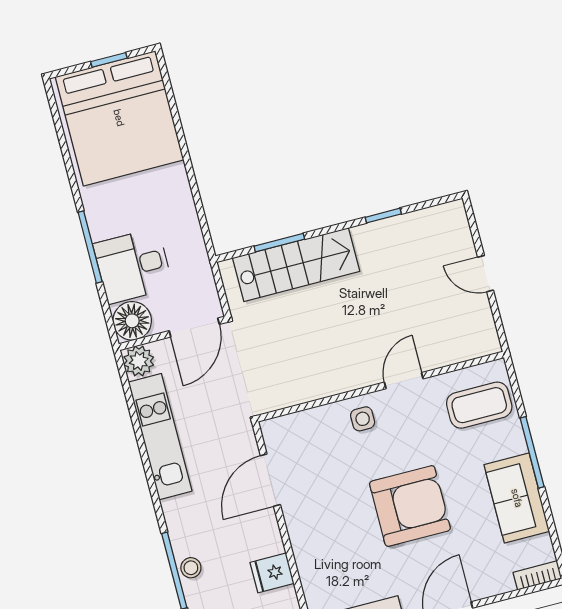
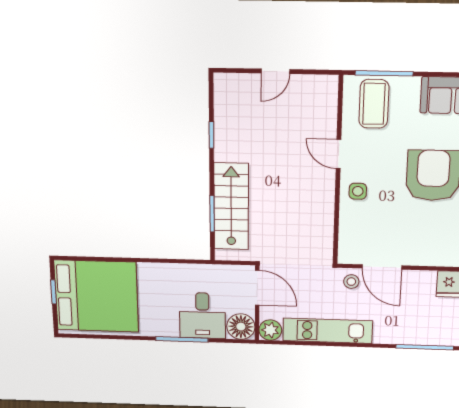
window: (532, 452) -> (384, 73), moved
stool: (191, 568) -> (351, 282), moved

